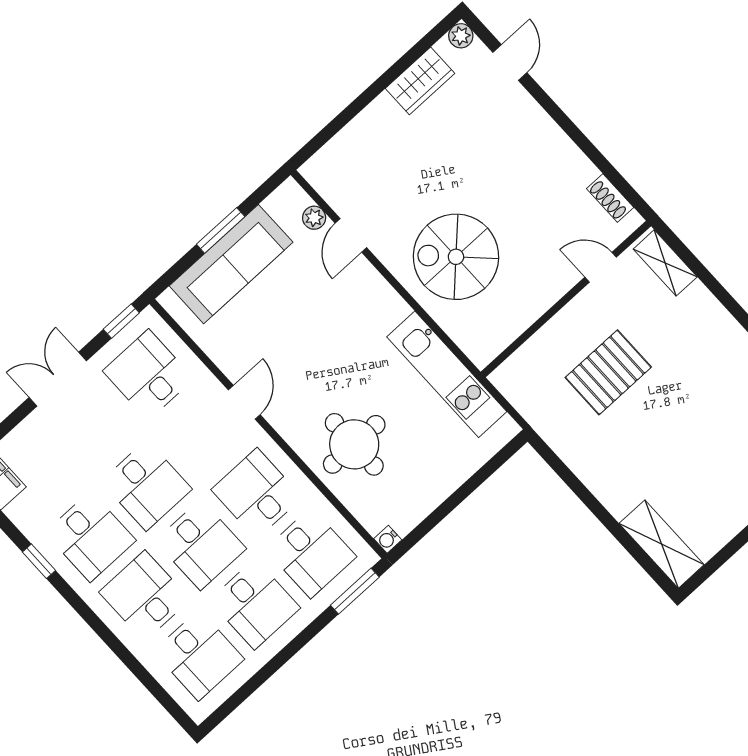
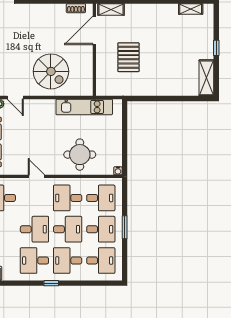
spiral stairs: (456, 257) -> (51, 71), turned -90
door: (601, 267) -> (94, 30), width x1.87
desk: (90, 537) -> (34, 261), turned 180
shelving: (662, 544) -> (206, 78), moved, turned 90
window: (39, 561) -> (51, 283), moved
window: (355, 591) -> (125, 227), moved

